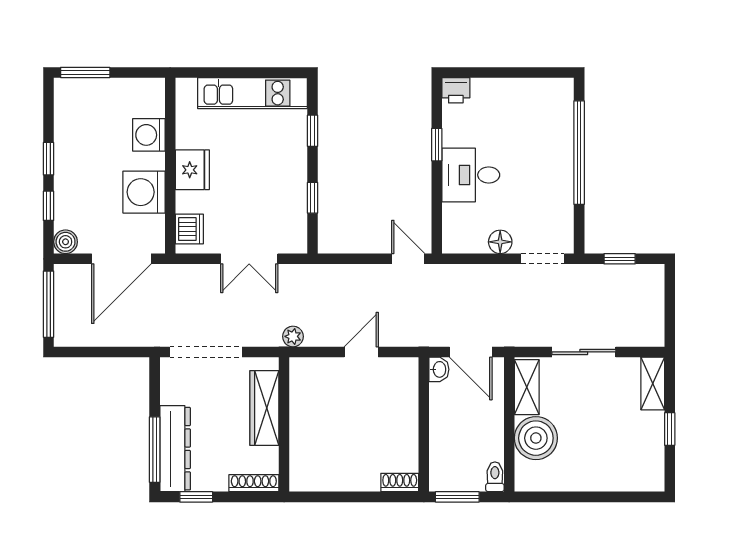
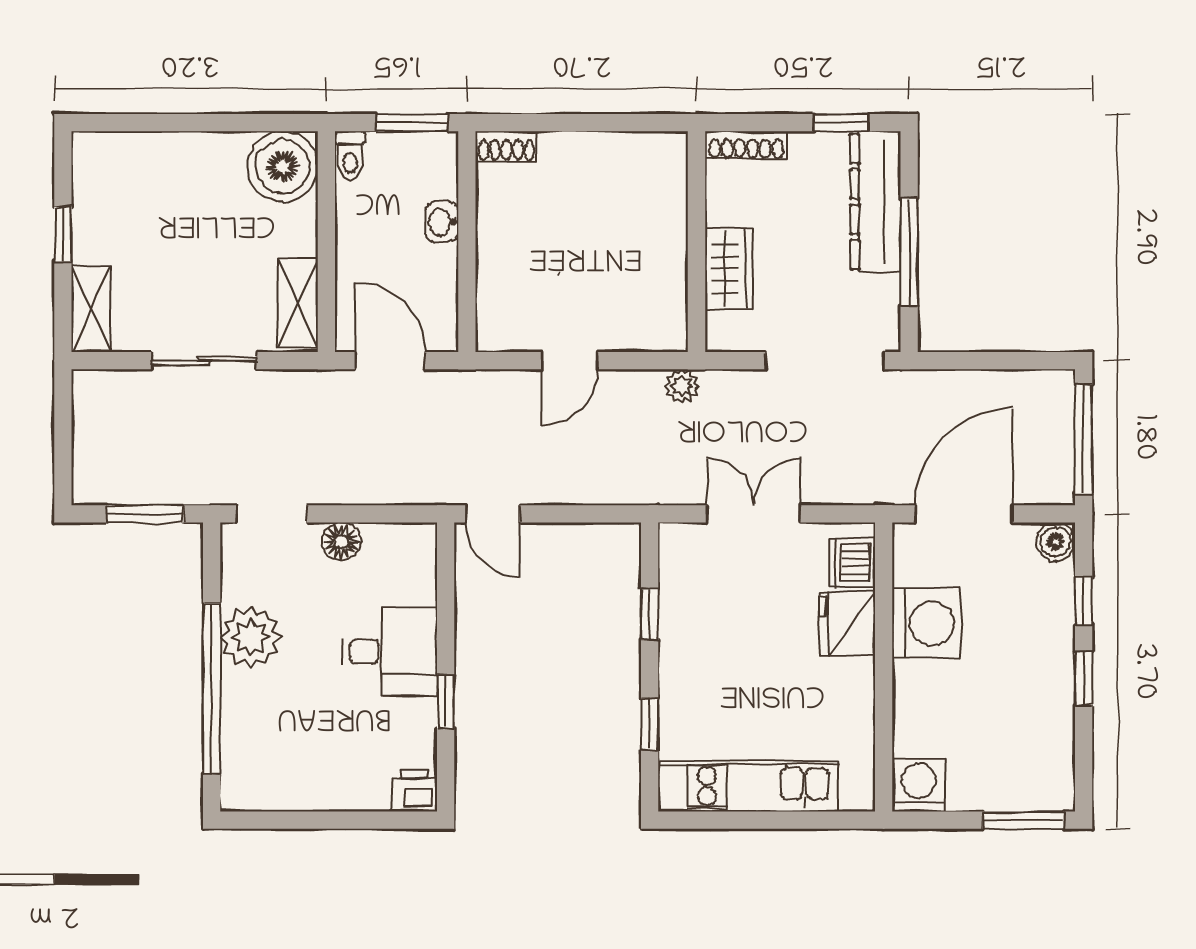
washing machine: (149, 135) -> (919, 785), moved, turned -90
fridge: (192, 170) -> (847, 623), moved
plant: (555, 184) -> (251, 637), added
window: (620, 259) -> (145, 514), width x1.50
washbasin: (439, 369) -> (442, 222), moved
wardrobe: (264, 408) -> (729, 269), width x0.67
boiler: (536, 438) -> (283, 166), moved
window: (155, 450) -> (909, 252), moved

